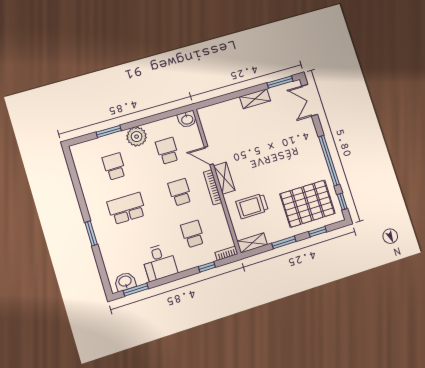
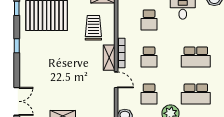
window: (329, 161) -> (17, 46), width x0.32
school desk: (114, 167) -> (196, 94), width x1.85
trolley: (252, 206) -> (93, 28), turned -90

